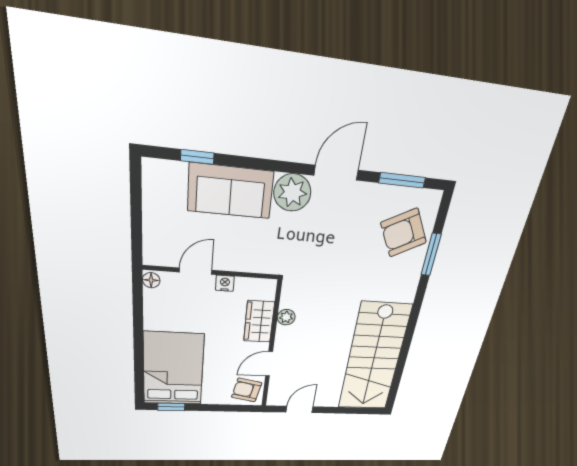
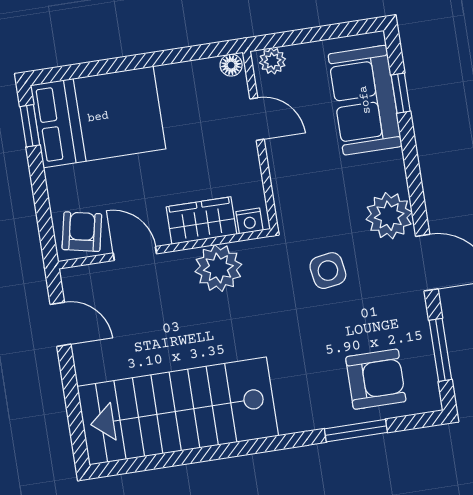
sofa: (230, 191) -> (365, 100), moved
armchair: (404, 233) -> (376, 379), turned 118
side table: (318, 247) -> (328, 271), added
plant: (153, 250) -> (273, 61), added
nightstand: (225, 283) -> (249, 221), moved, turned 90
plant: (286, 317) -> (218, 268), width x1.88, depth x1.88

